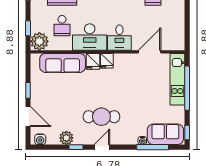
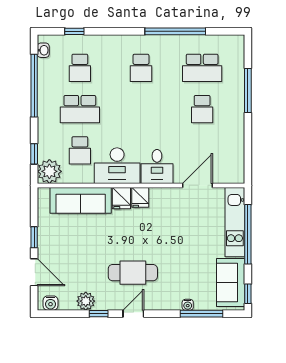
sofa: (165, 134) -> (231, 282), moved, turned -90

